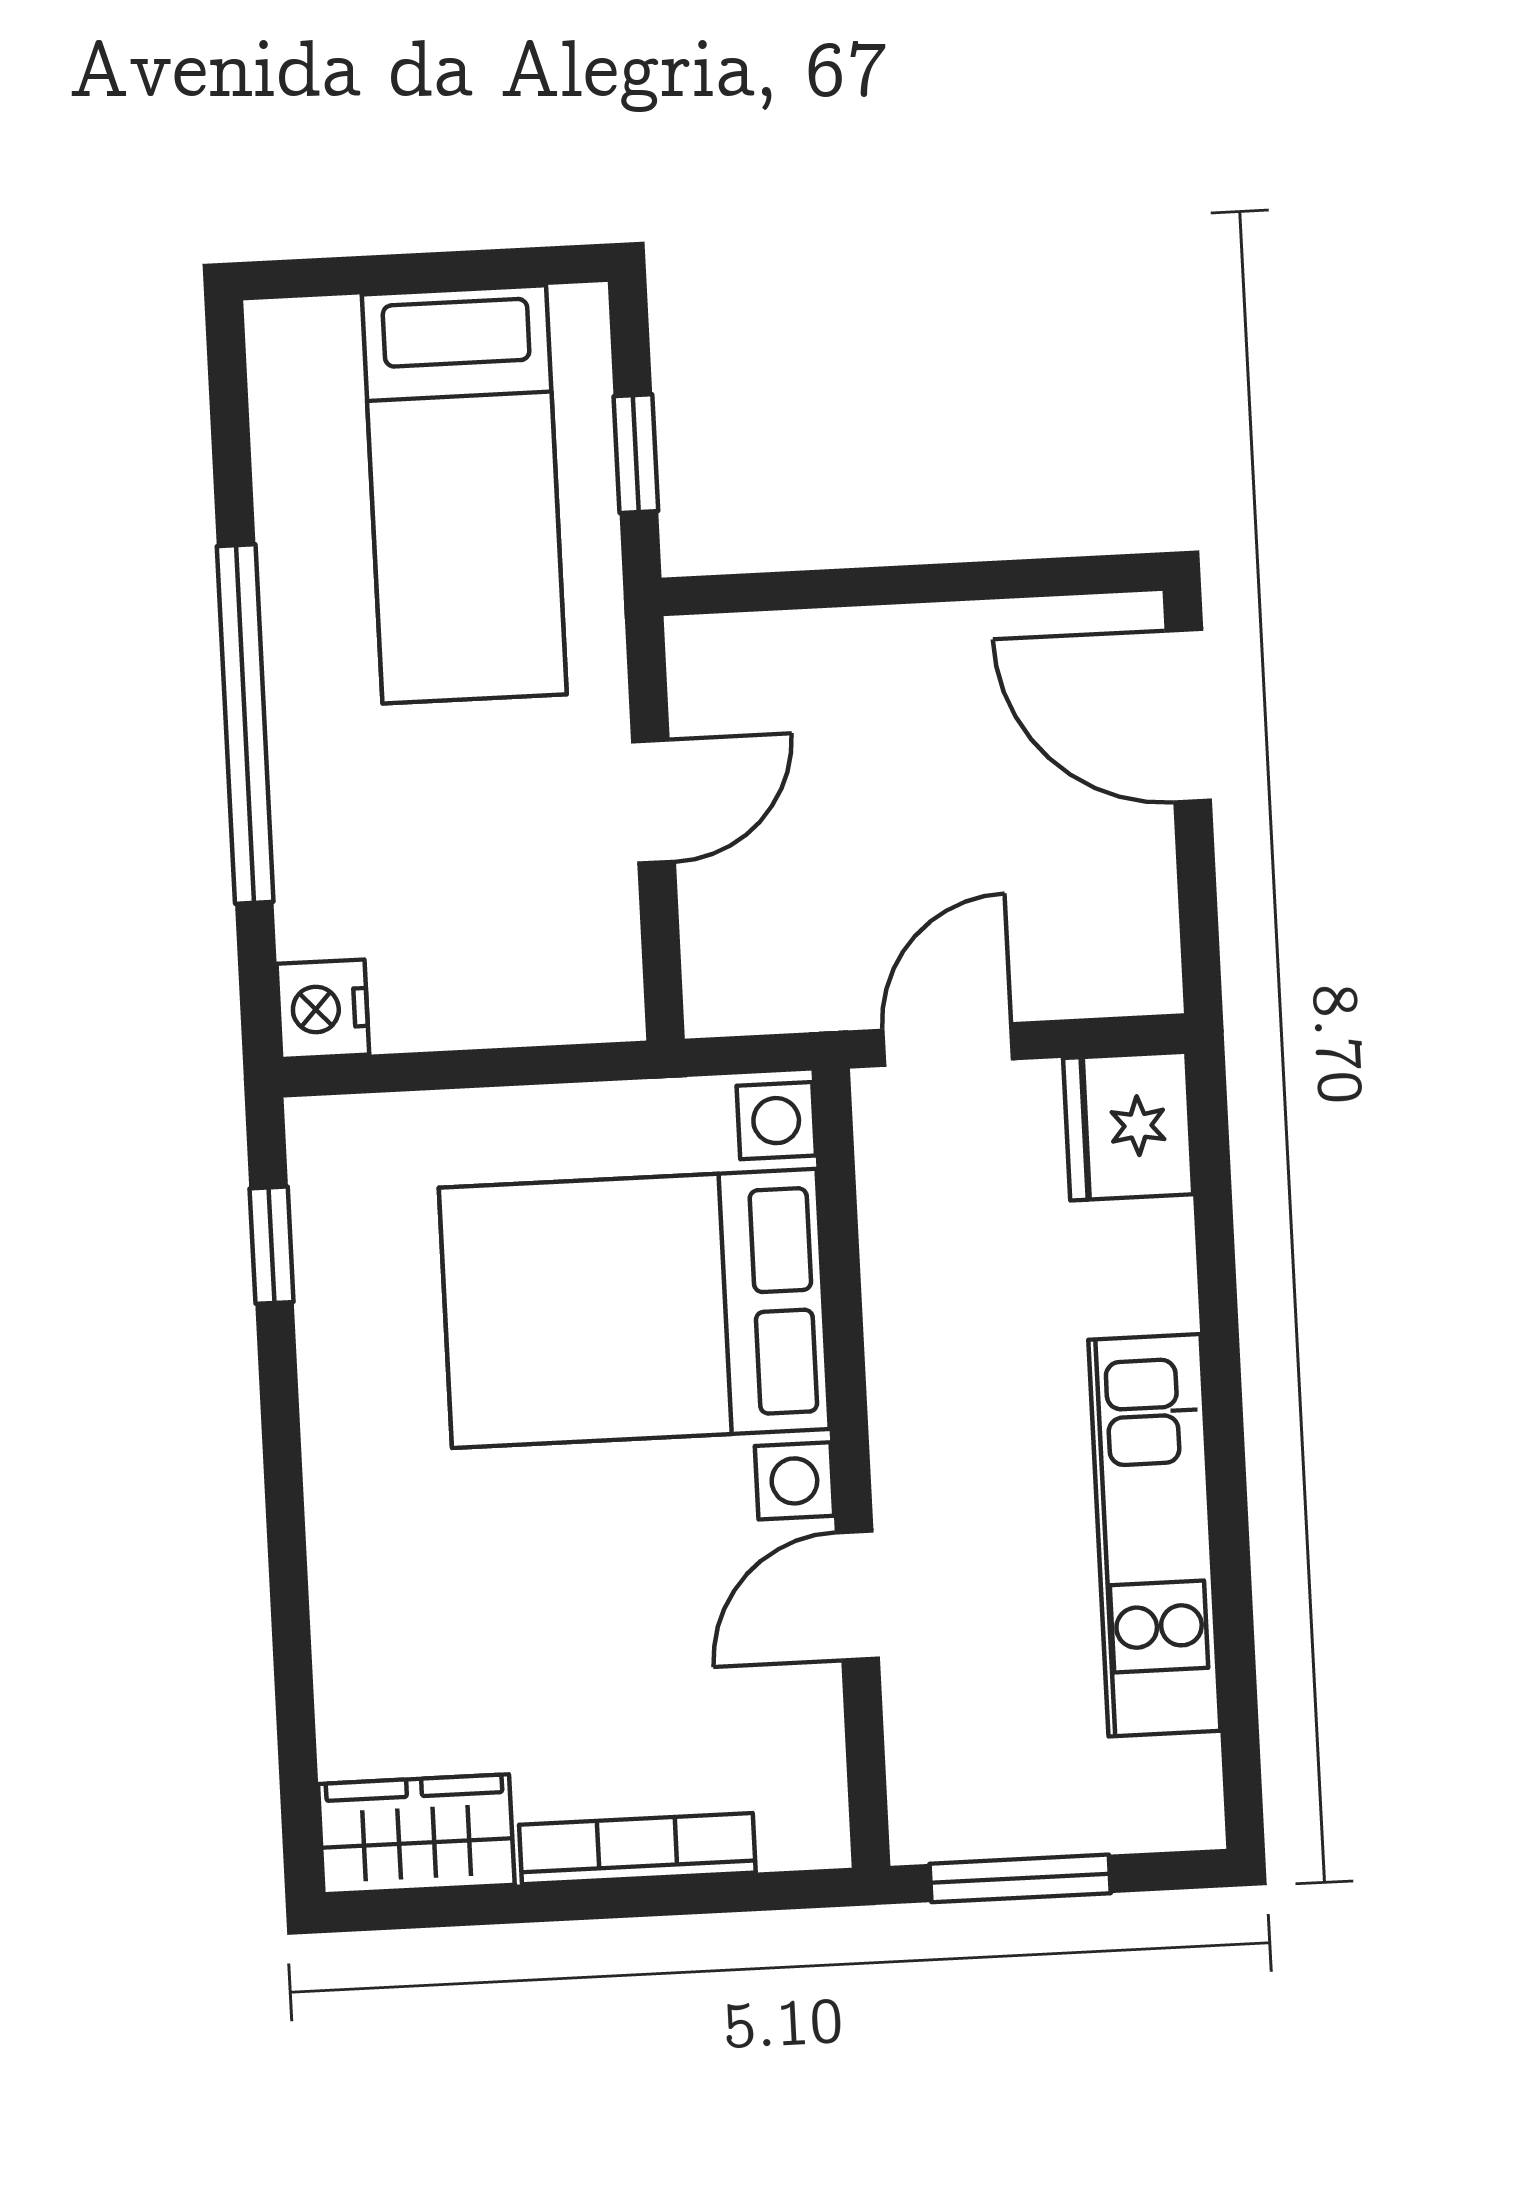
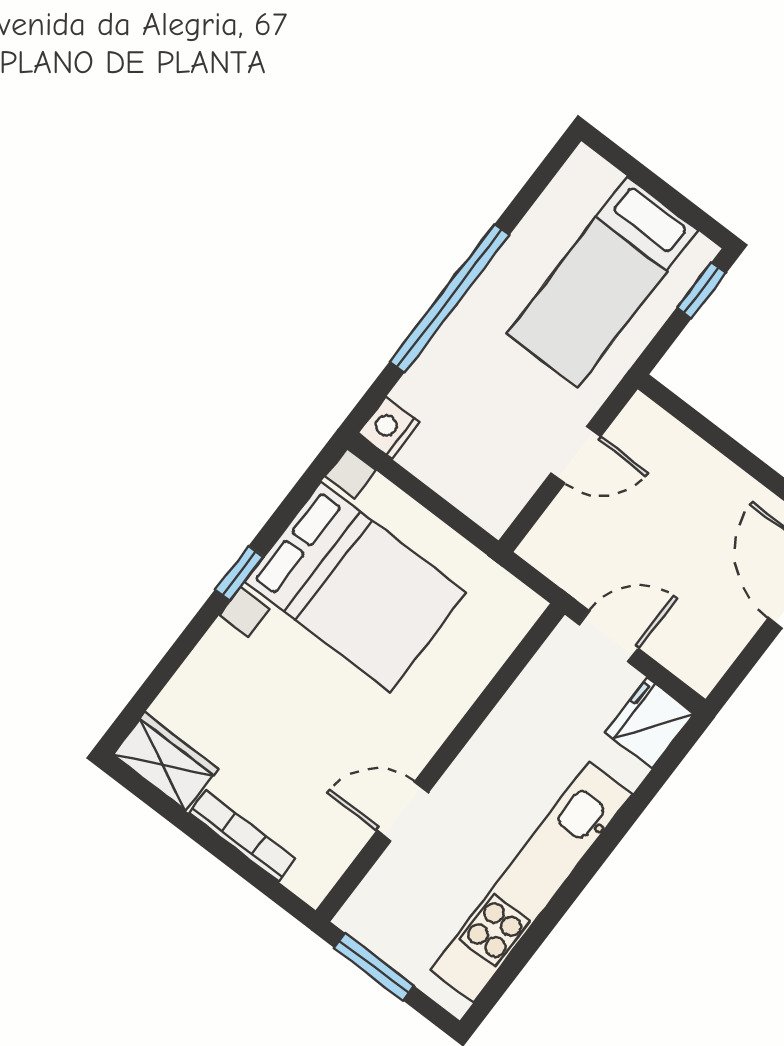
window: (636, 454) -> (702, 290), moved
window: (272, 1245) -> (239, 573), moved
bed with nightstands: (634, 1308) -> (356, 587), moved, turned 180
kitchen unit: (1154, 1535) -> (531, 882), width x1.36

